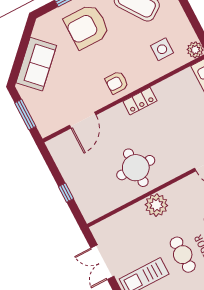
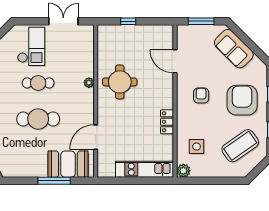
armchair: (117, 83) -> (201, 96), moved
locker: (140, 101) -> (167, 122), moved
plant: (156, 205) -> (89, 83), width x0.53, depth x0.53

